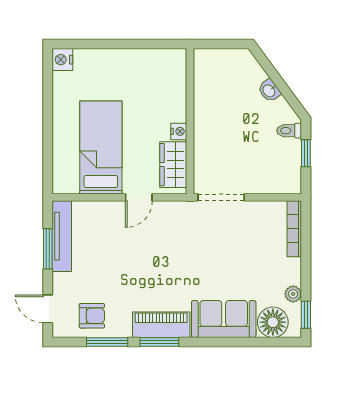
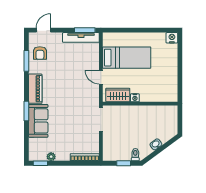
window: (48, 249) -> (85, 30), moved
floor lamp: (273, 322) -> (37, 146), removed
window: (159, 342) -> (26, 111), moved

